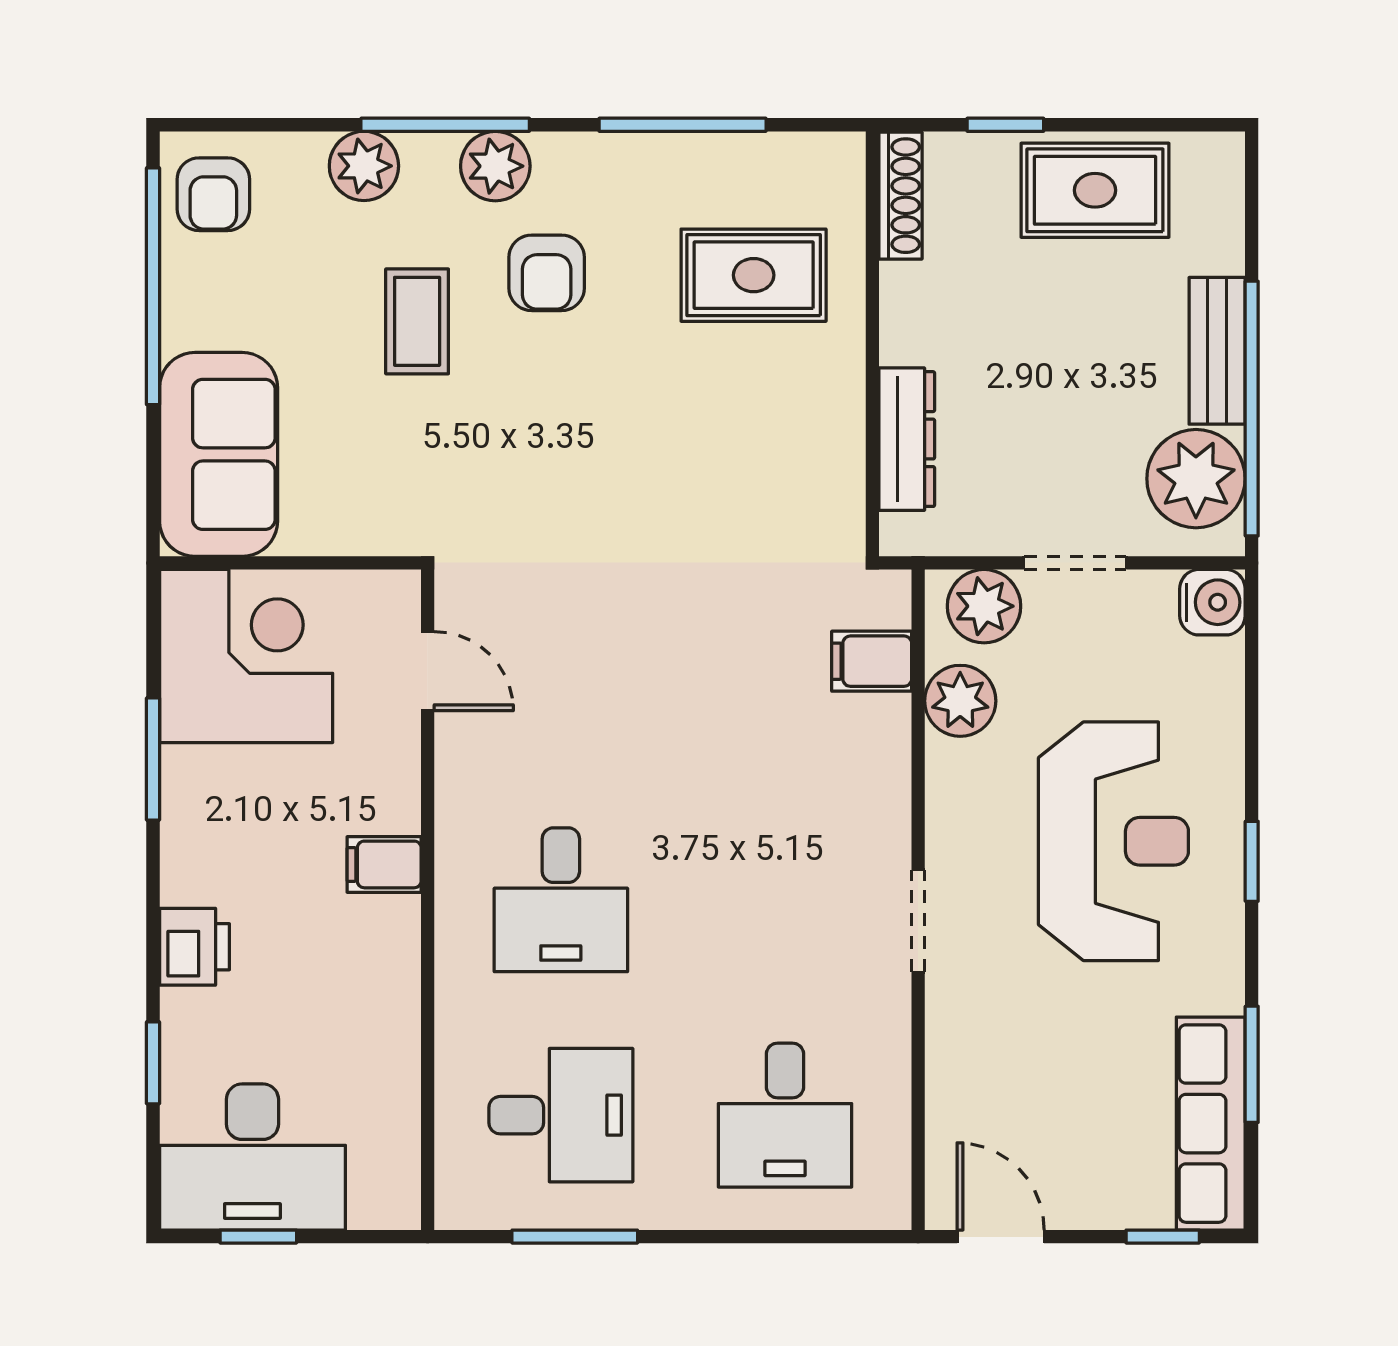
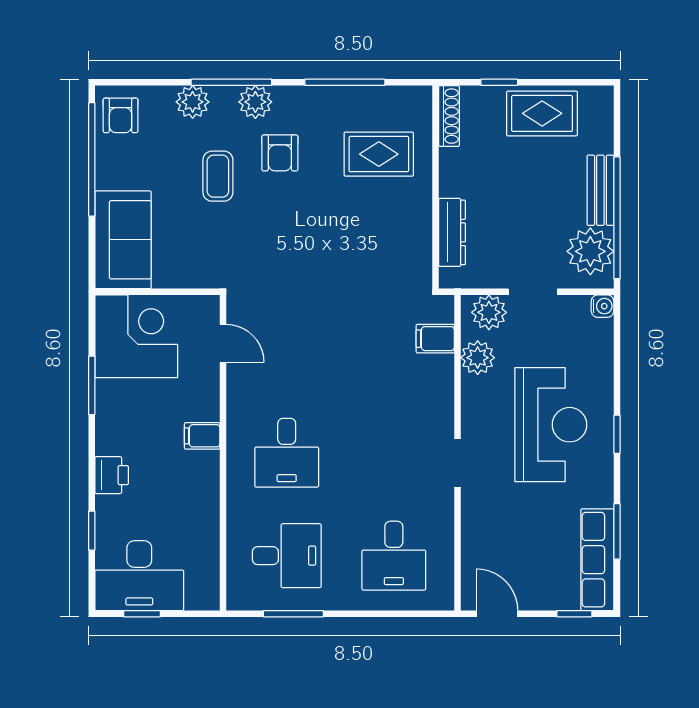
water cooler: (1212, 602) -> (602, 306), width x0.72, depth x0.72

